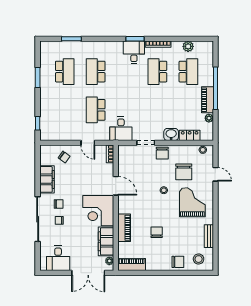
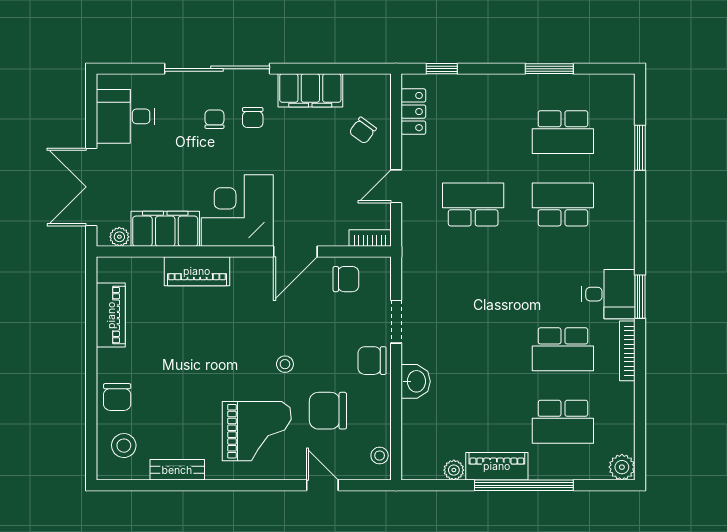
plant: (188, 46) -> (622, 467), moved
school desk: (157, 72) -> (563, 349), turned 180
desk: (121, 129) -> (429, 264), removed
locker: (190, 135) -> (413, 112), moved
door: (215, 174) -> (322, 485), swing flipped
chair: (157, 232) -> (346, 279), moved
piano: (132, 265) -> (111, 315), moved

